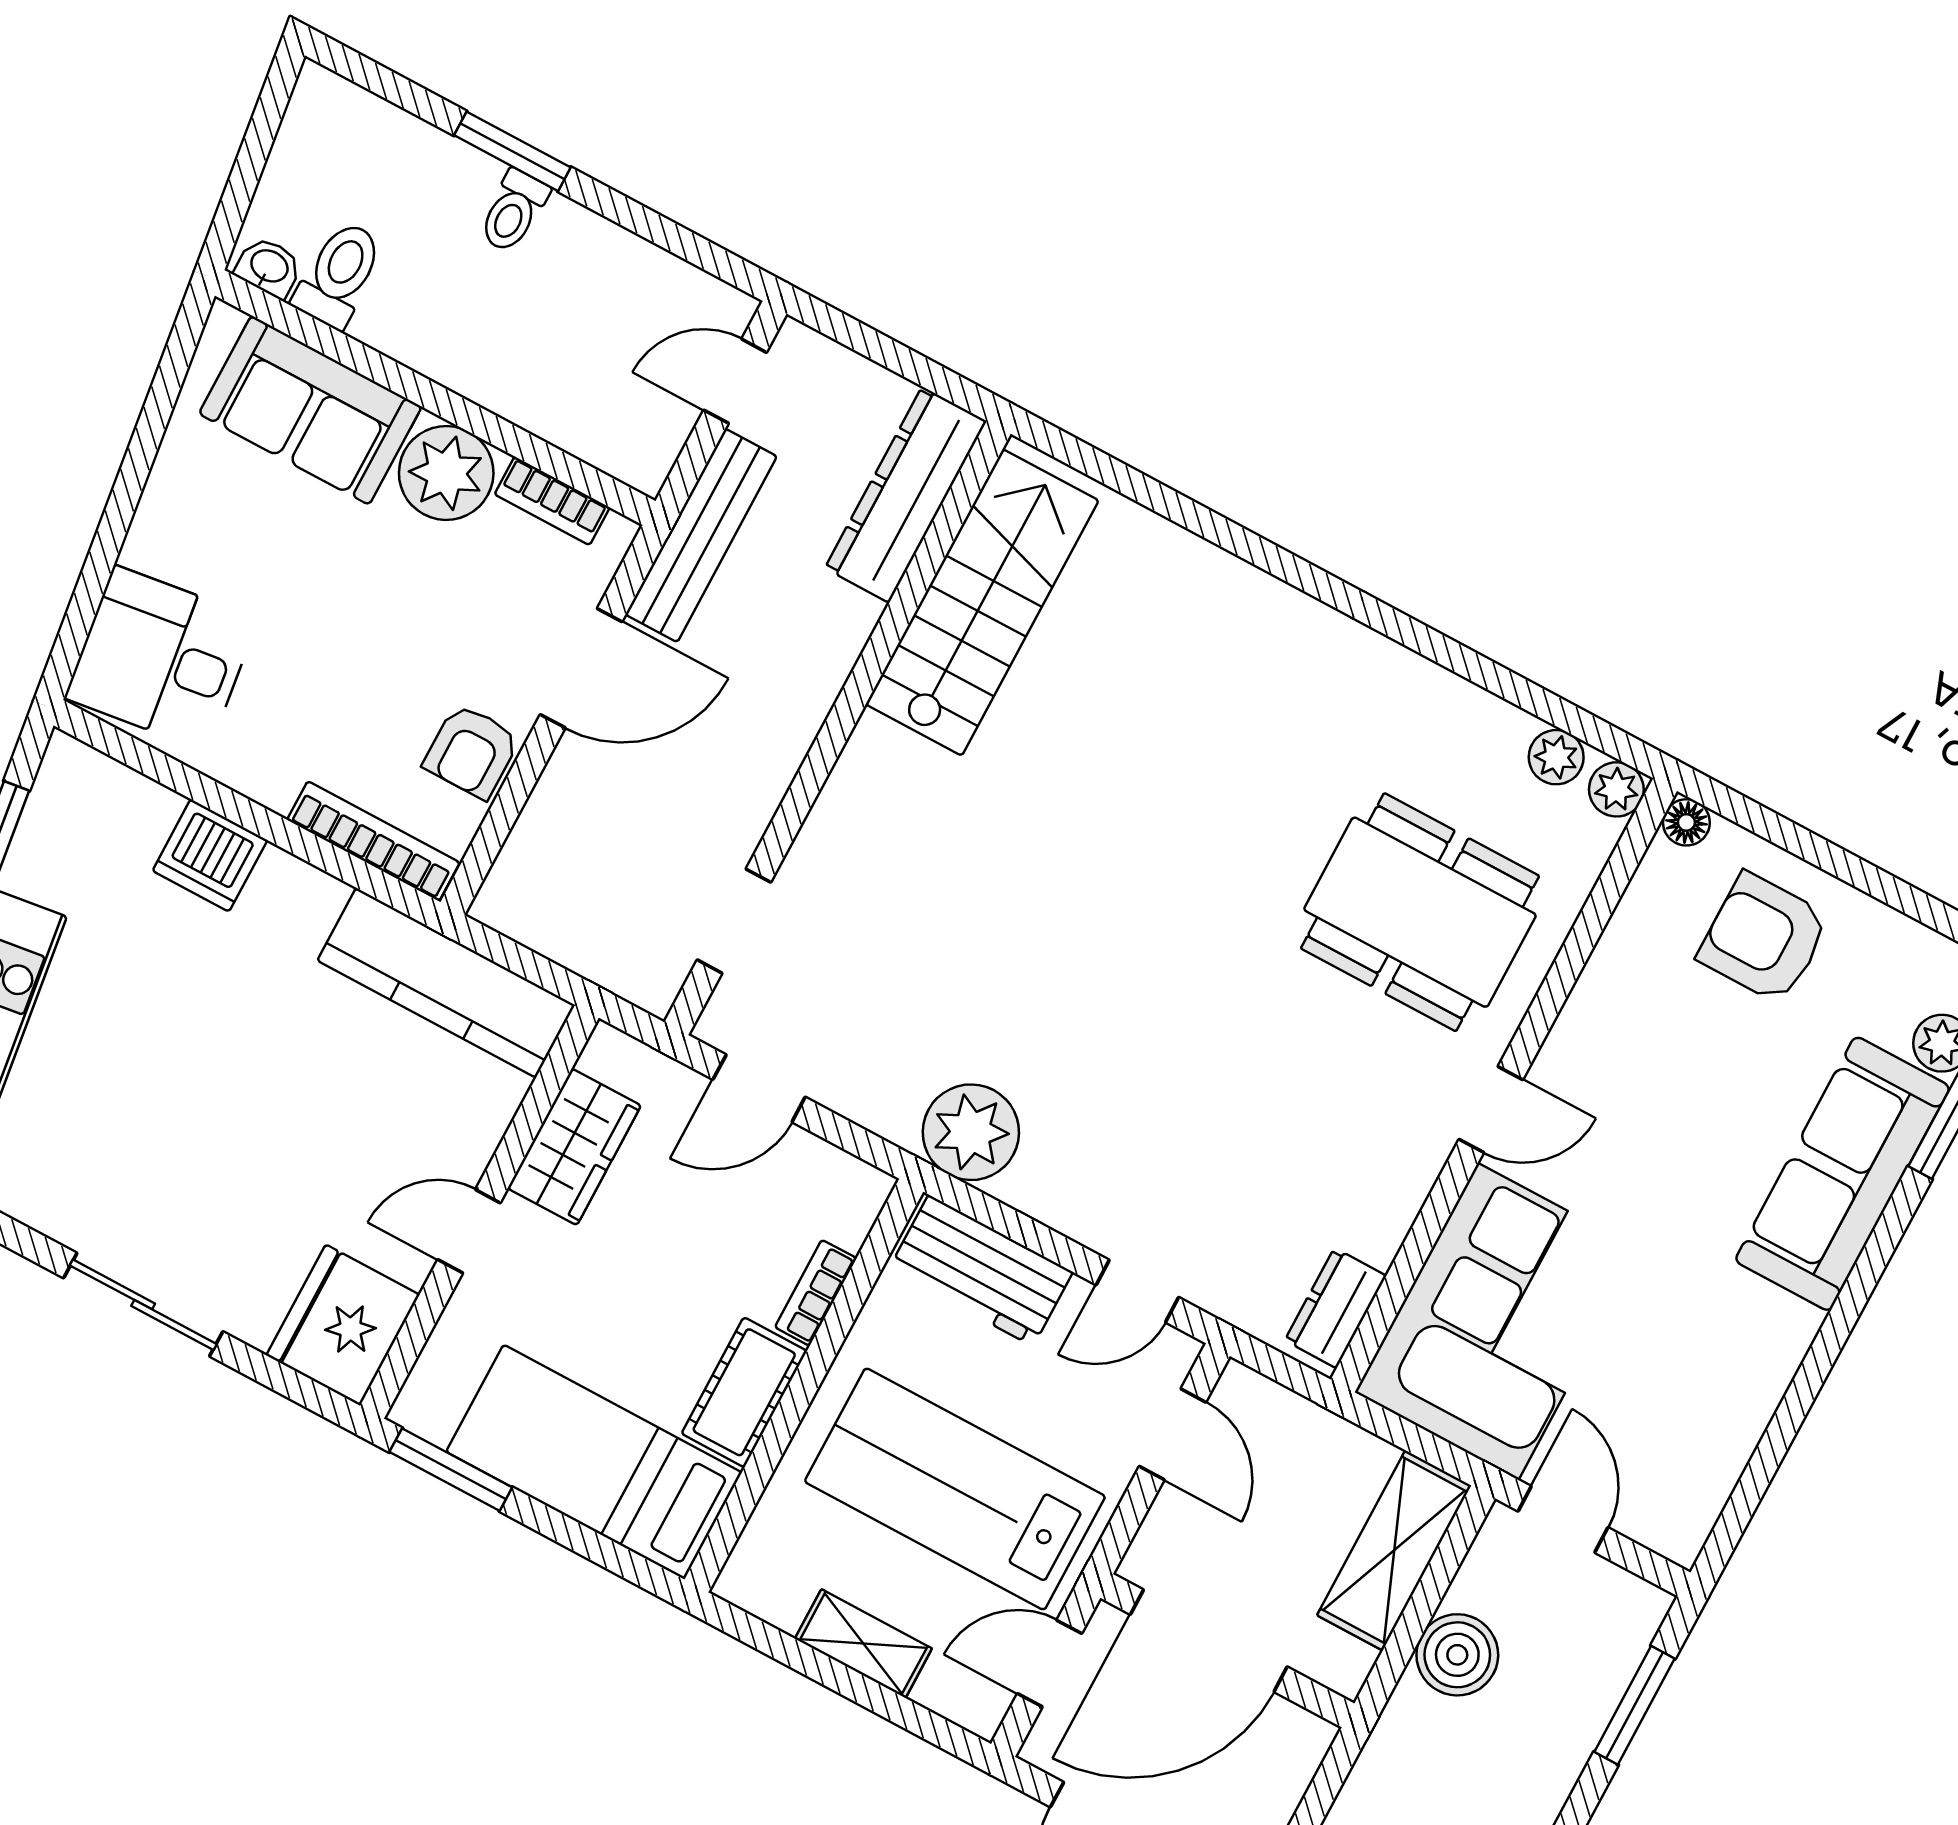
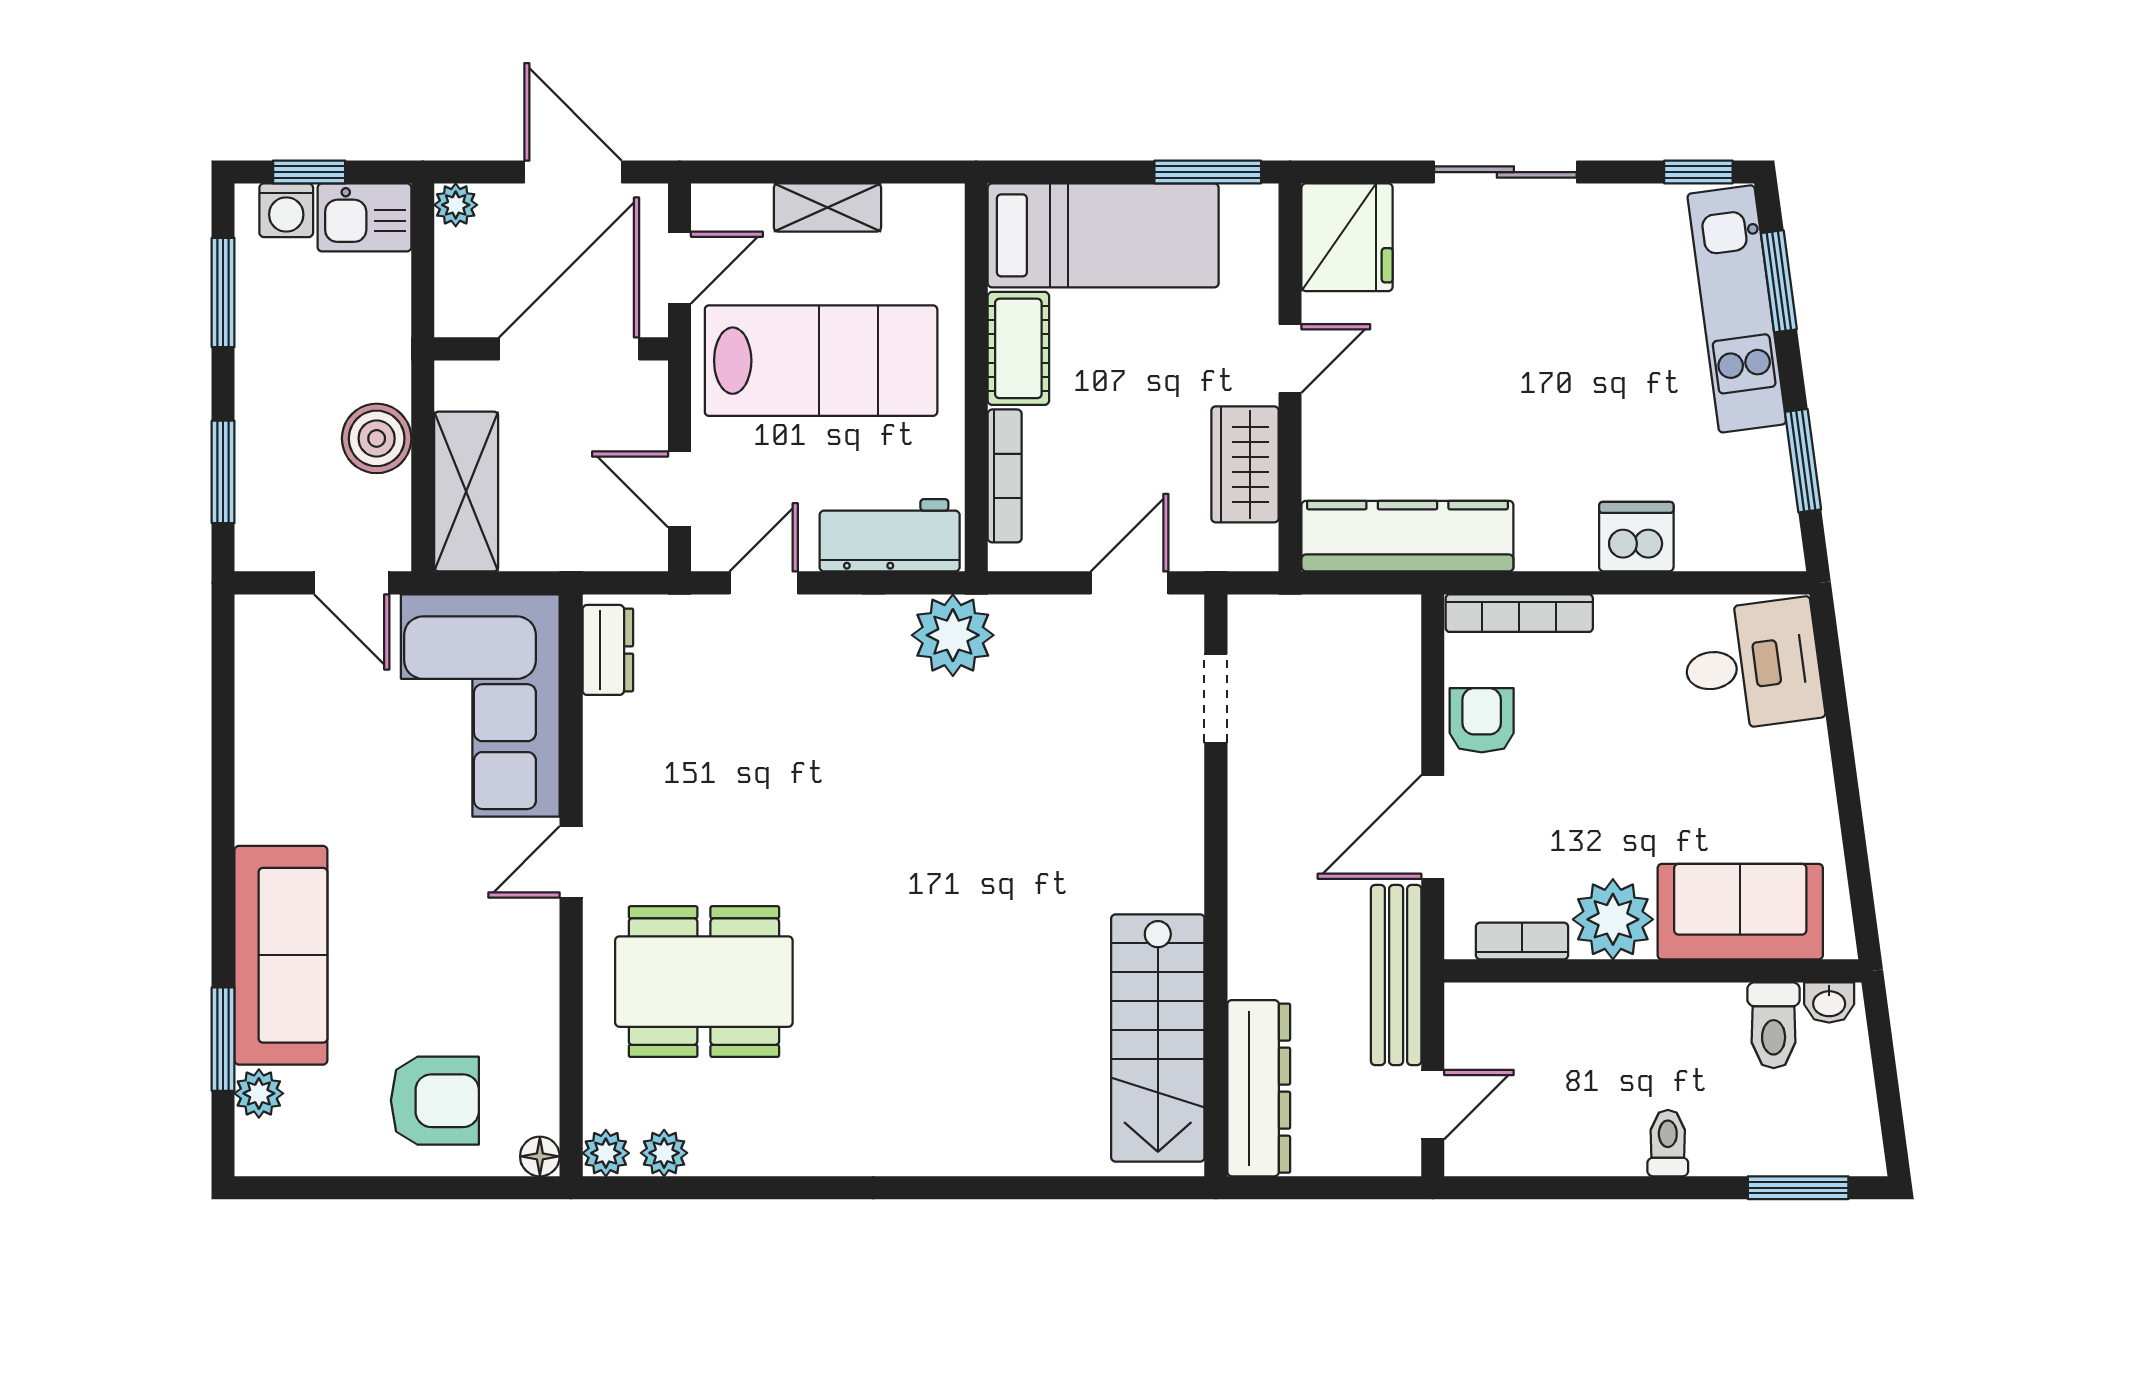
window: (512, 151) -> (1798, 1188), moved
bookcase: (816, 1293) -> (1005, 476), width x1.56

